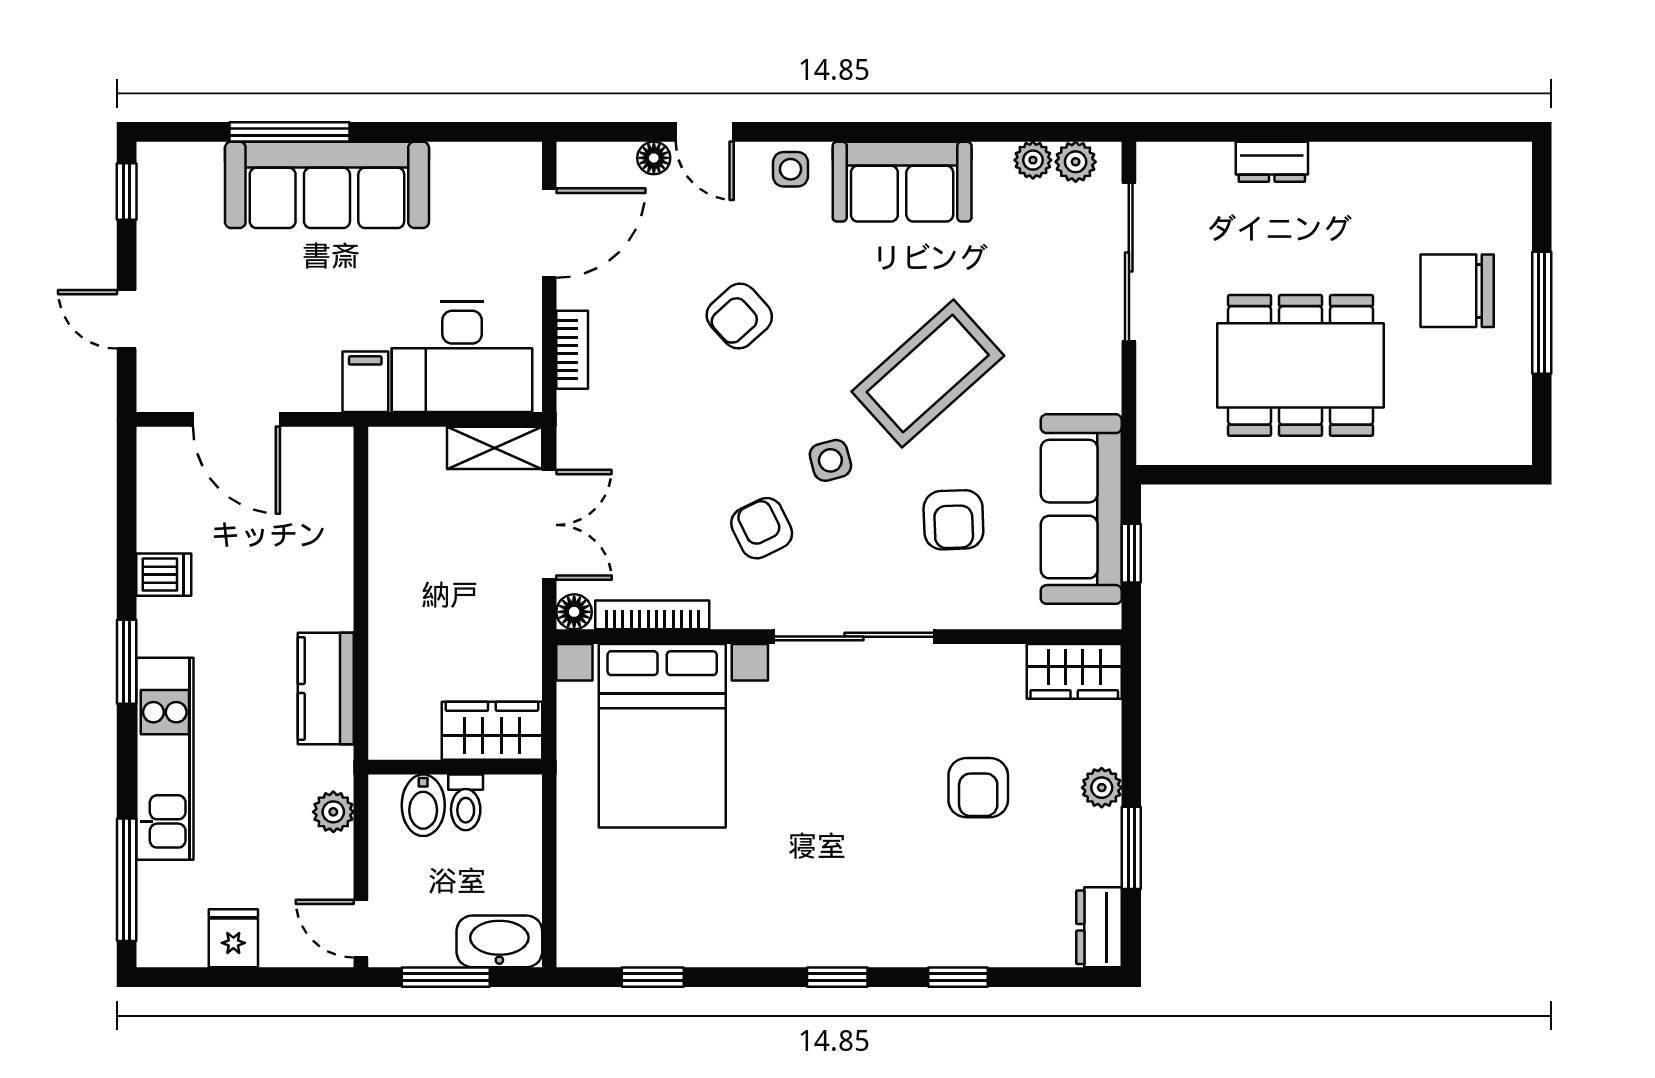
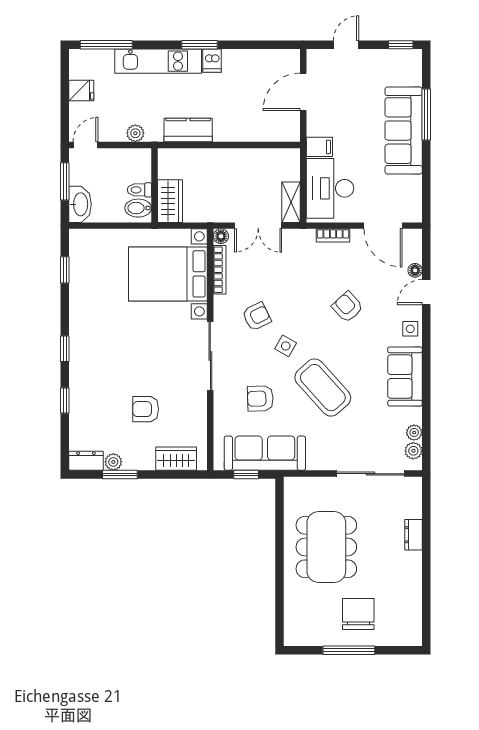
side table: (830, 460) -> (286, 346), turned 45
dishwasher: (164, 575) -> (212, 61), moved
wardrobe: (1074, 671) -> (176, 459), moved, turned 90
plant: (1102, 788) -> (113, 462), moved
bidet: (423, 805) -> (138, 208), moved

